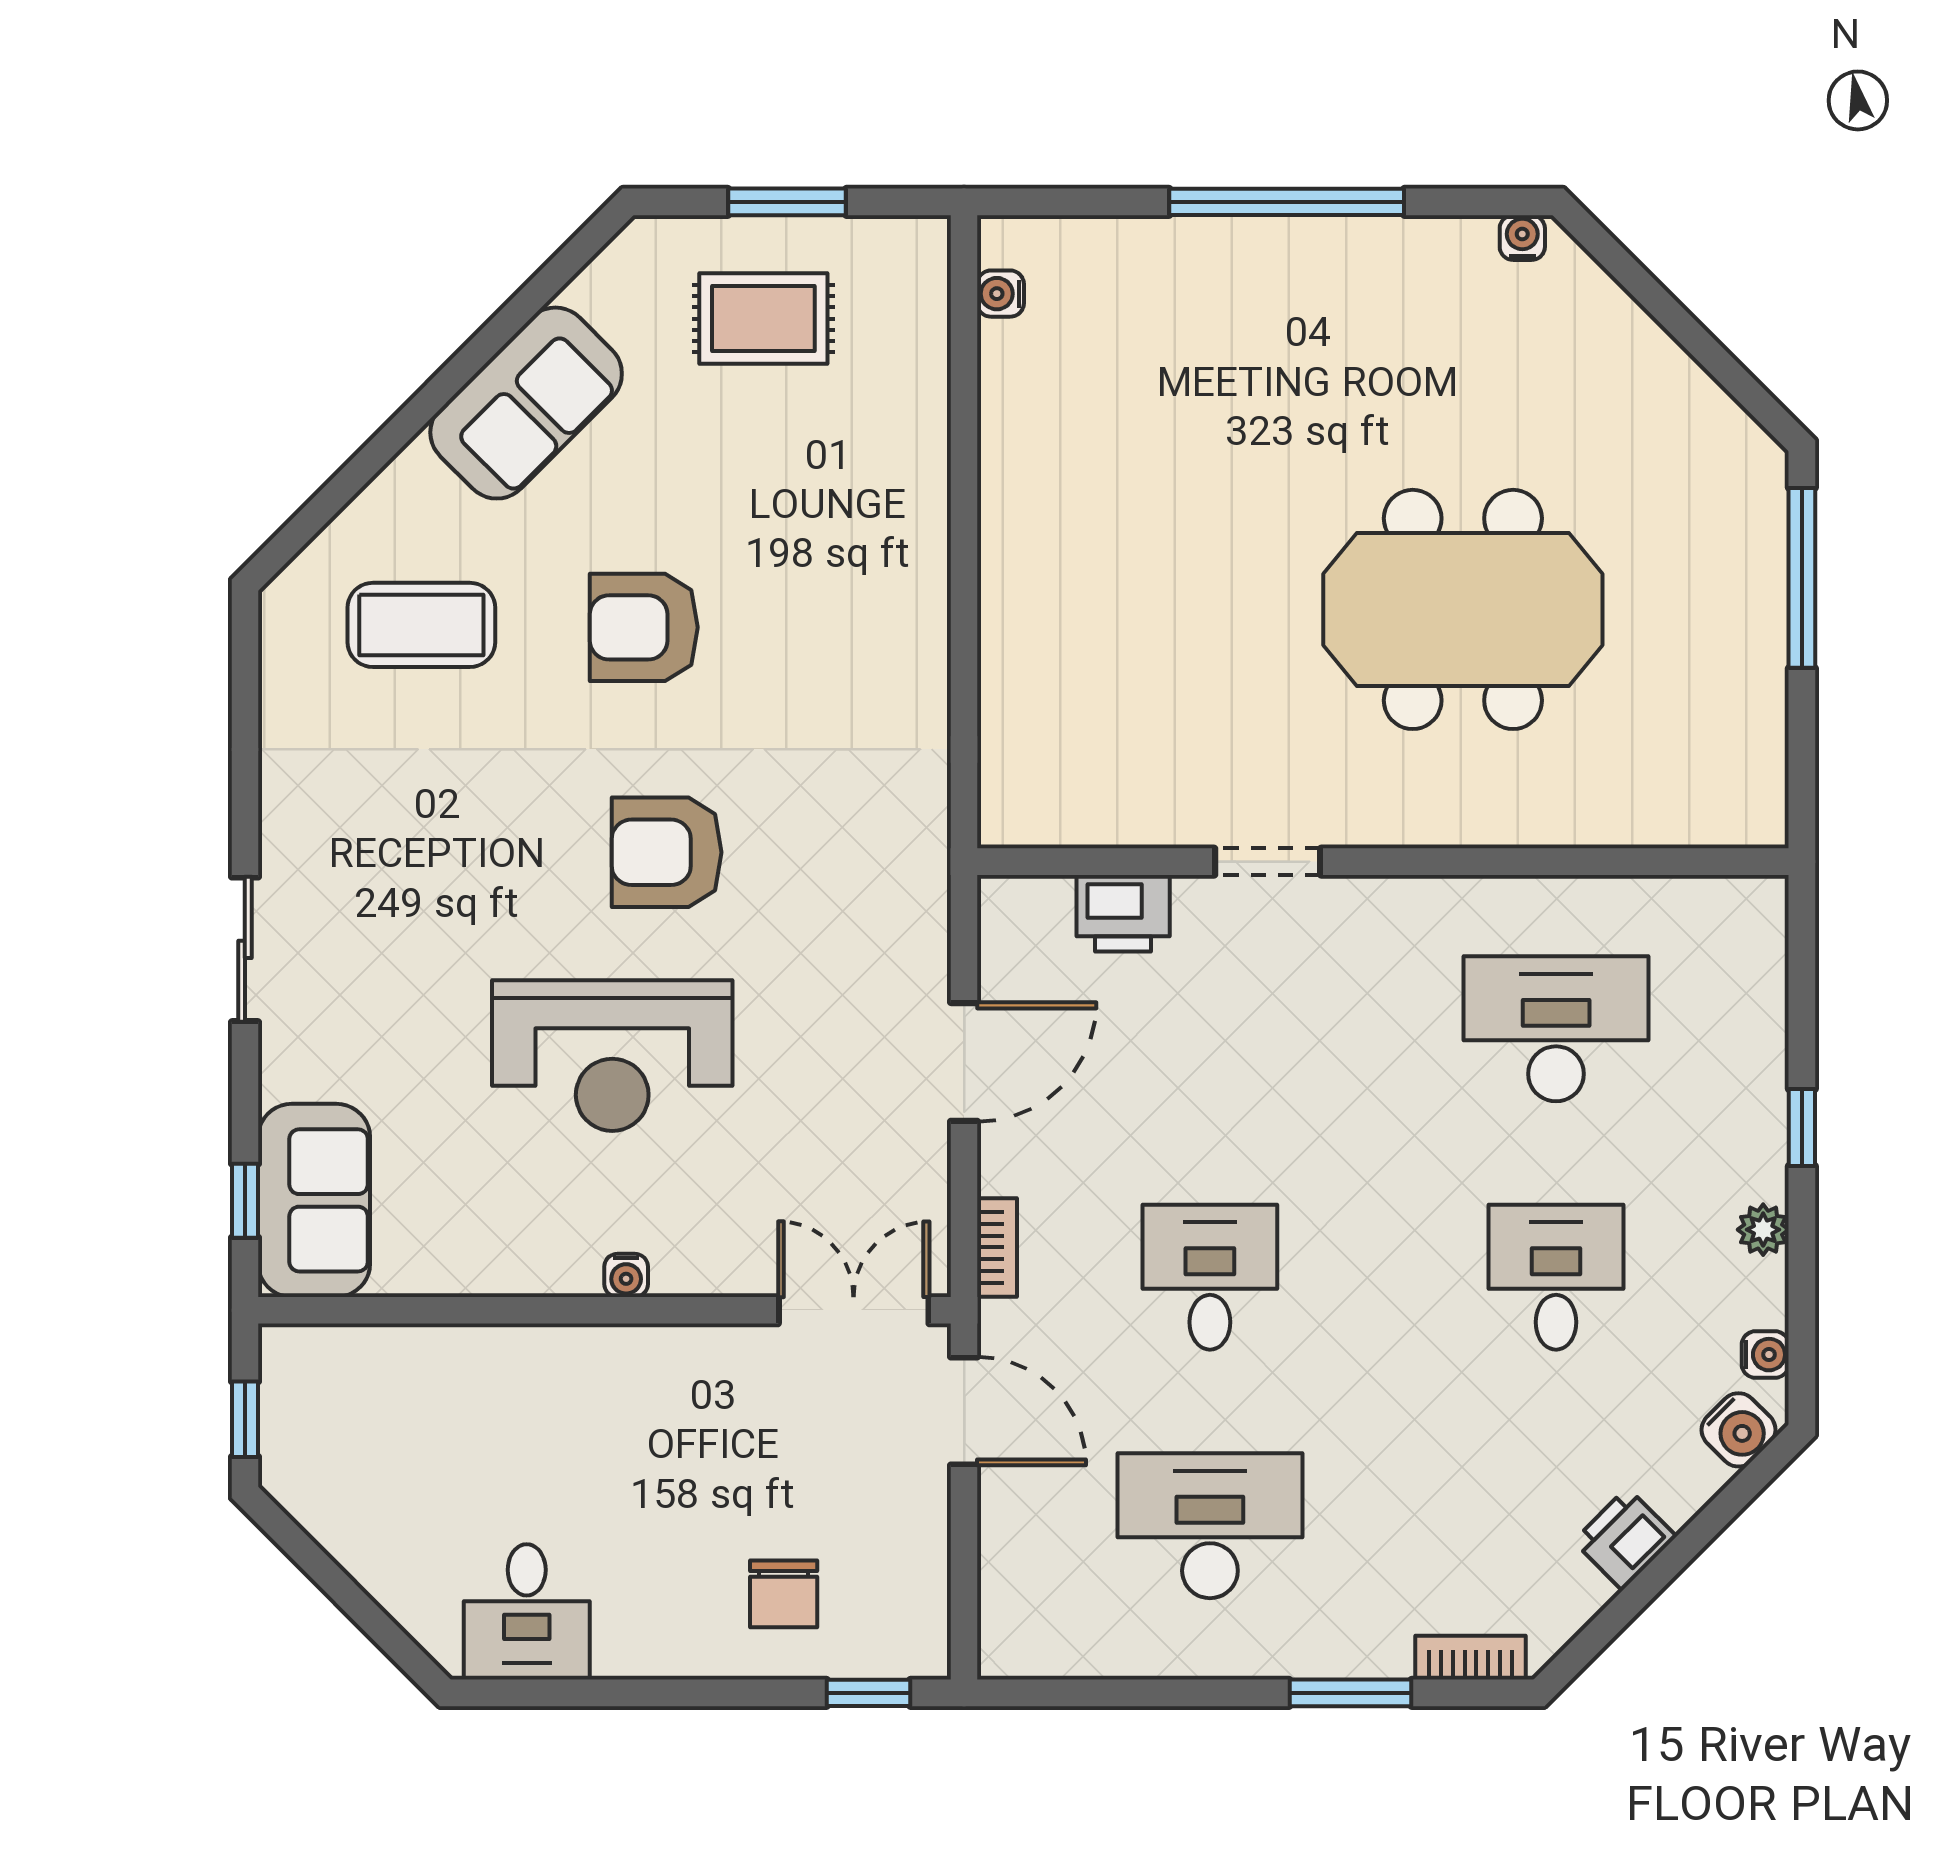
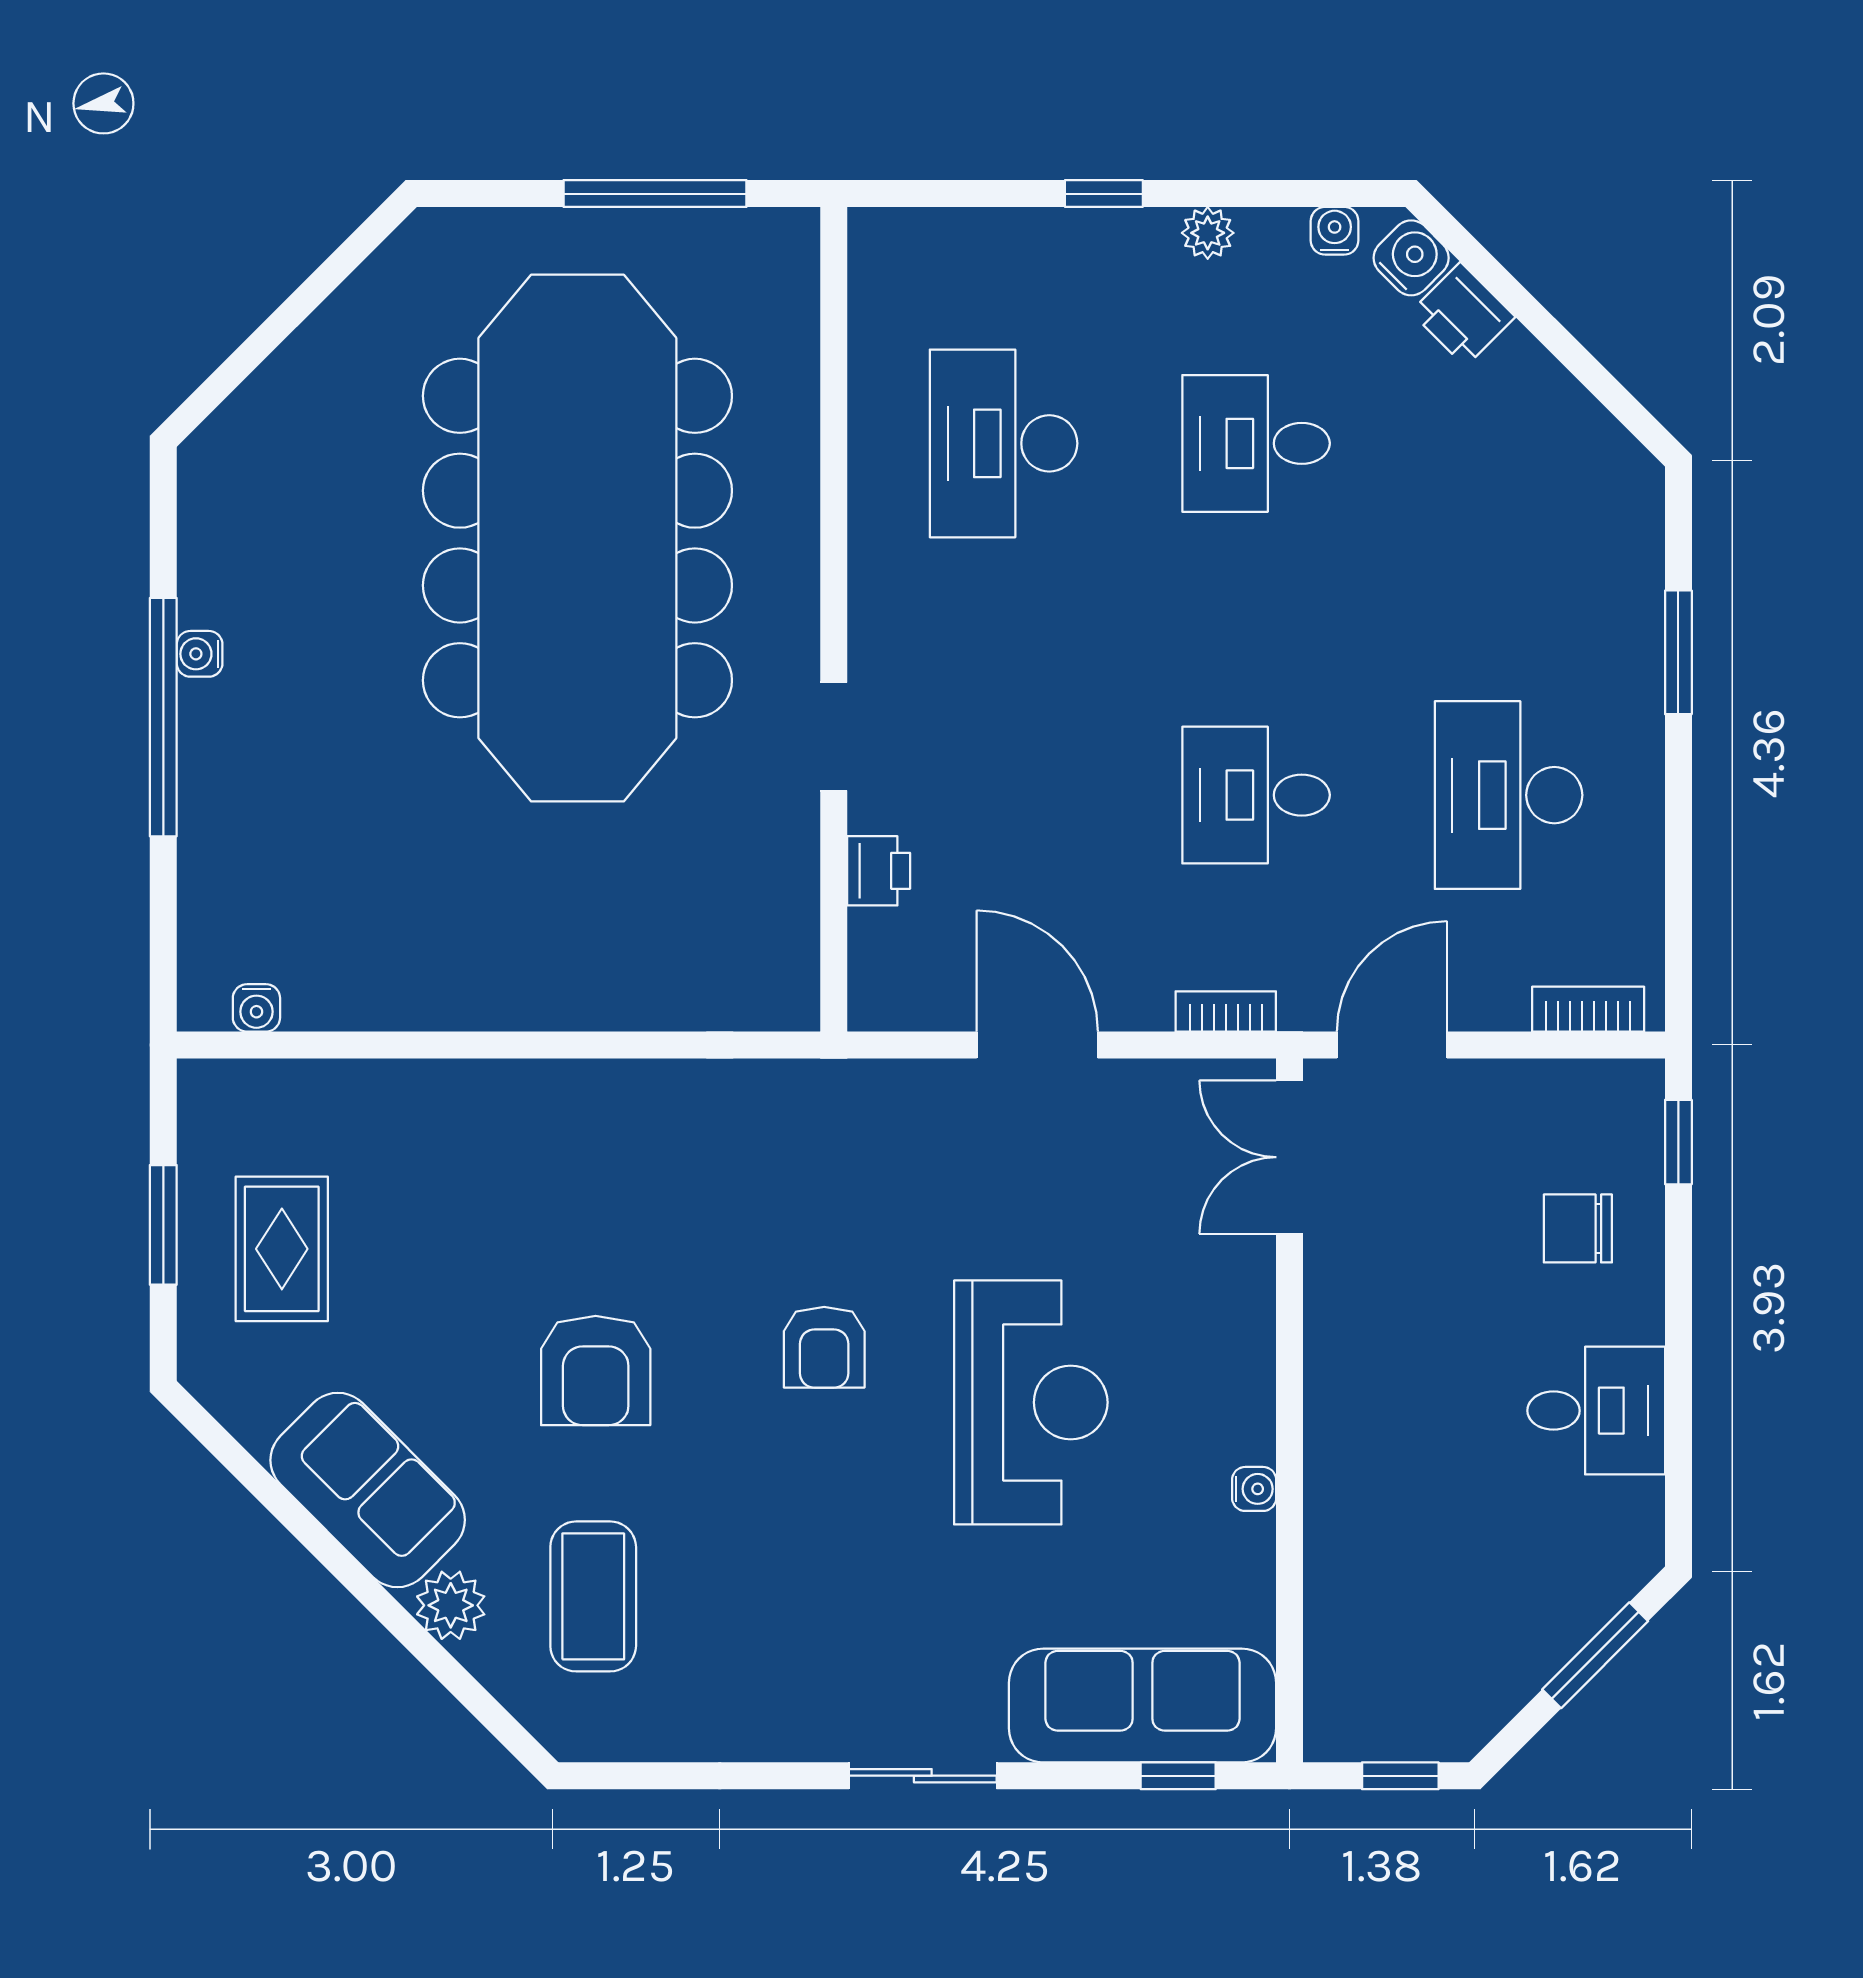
water cooler: (1522, 238) -> (200, 654), moved
plant: (413, 485) -> (451, 1605), added
window: (1802, 578) -> (655, 194), moved
meeting table: (1463, 609) -> (577, 538), width x1.86, depth x1.27
armchair: (667, 852) -> (824, 1347), width x0.72, depth x0.72
printer: (1123, 913) -> (879, 871), width x0.73, depth x0.81
sofa: (314, 1200) -> (1143, 1706), width x1.36
water cooler: (626, 1275) -> (1254, 1489), moved
printer: (1625, 1539) -> (1463, 314), moved
chair: (784, 1594) -> (1578, 1228), turned 180
window: (363, 1611) -> (1595, 1655), added
desk: (527, 1612) -> (1596, 1411), moved
bookcase: (1471, 1658) -> (1588, 1009), moved, turned 90

